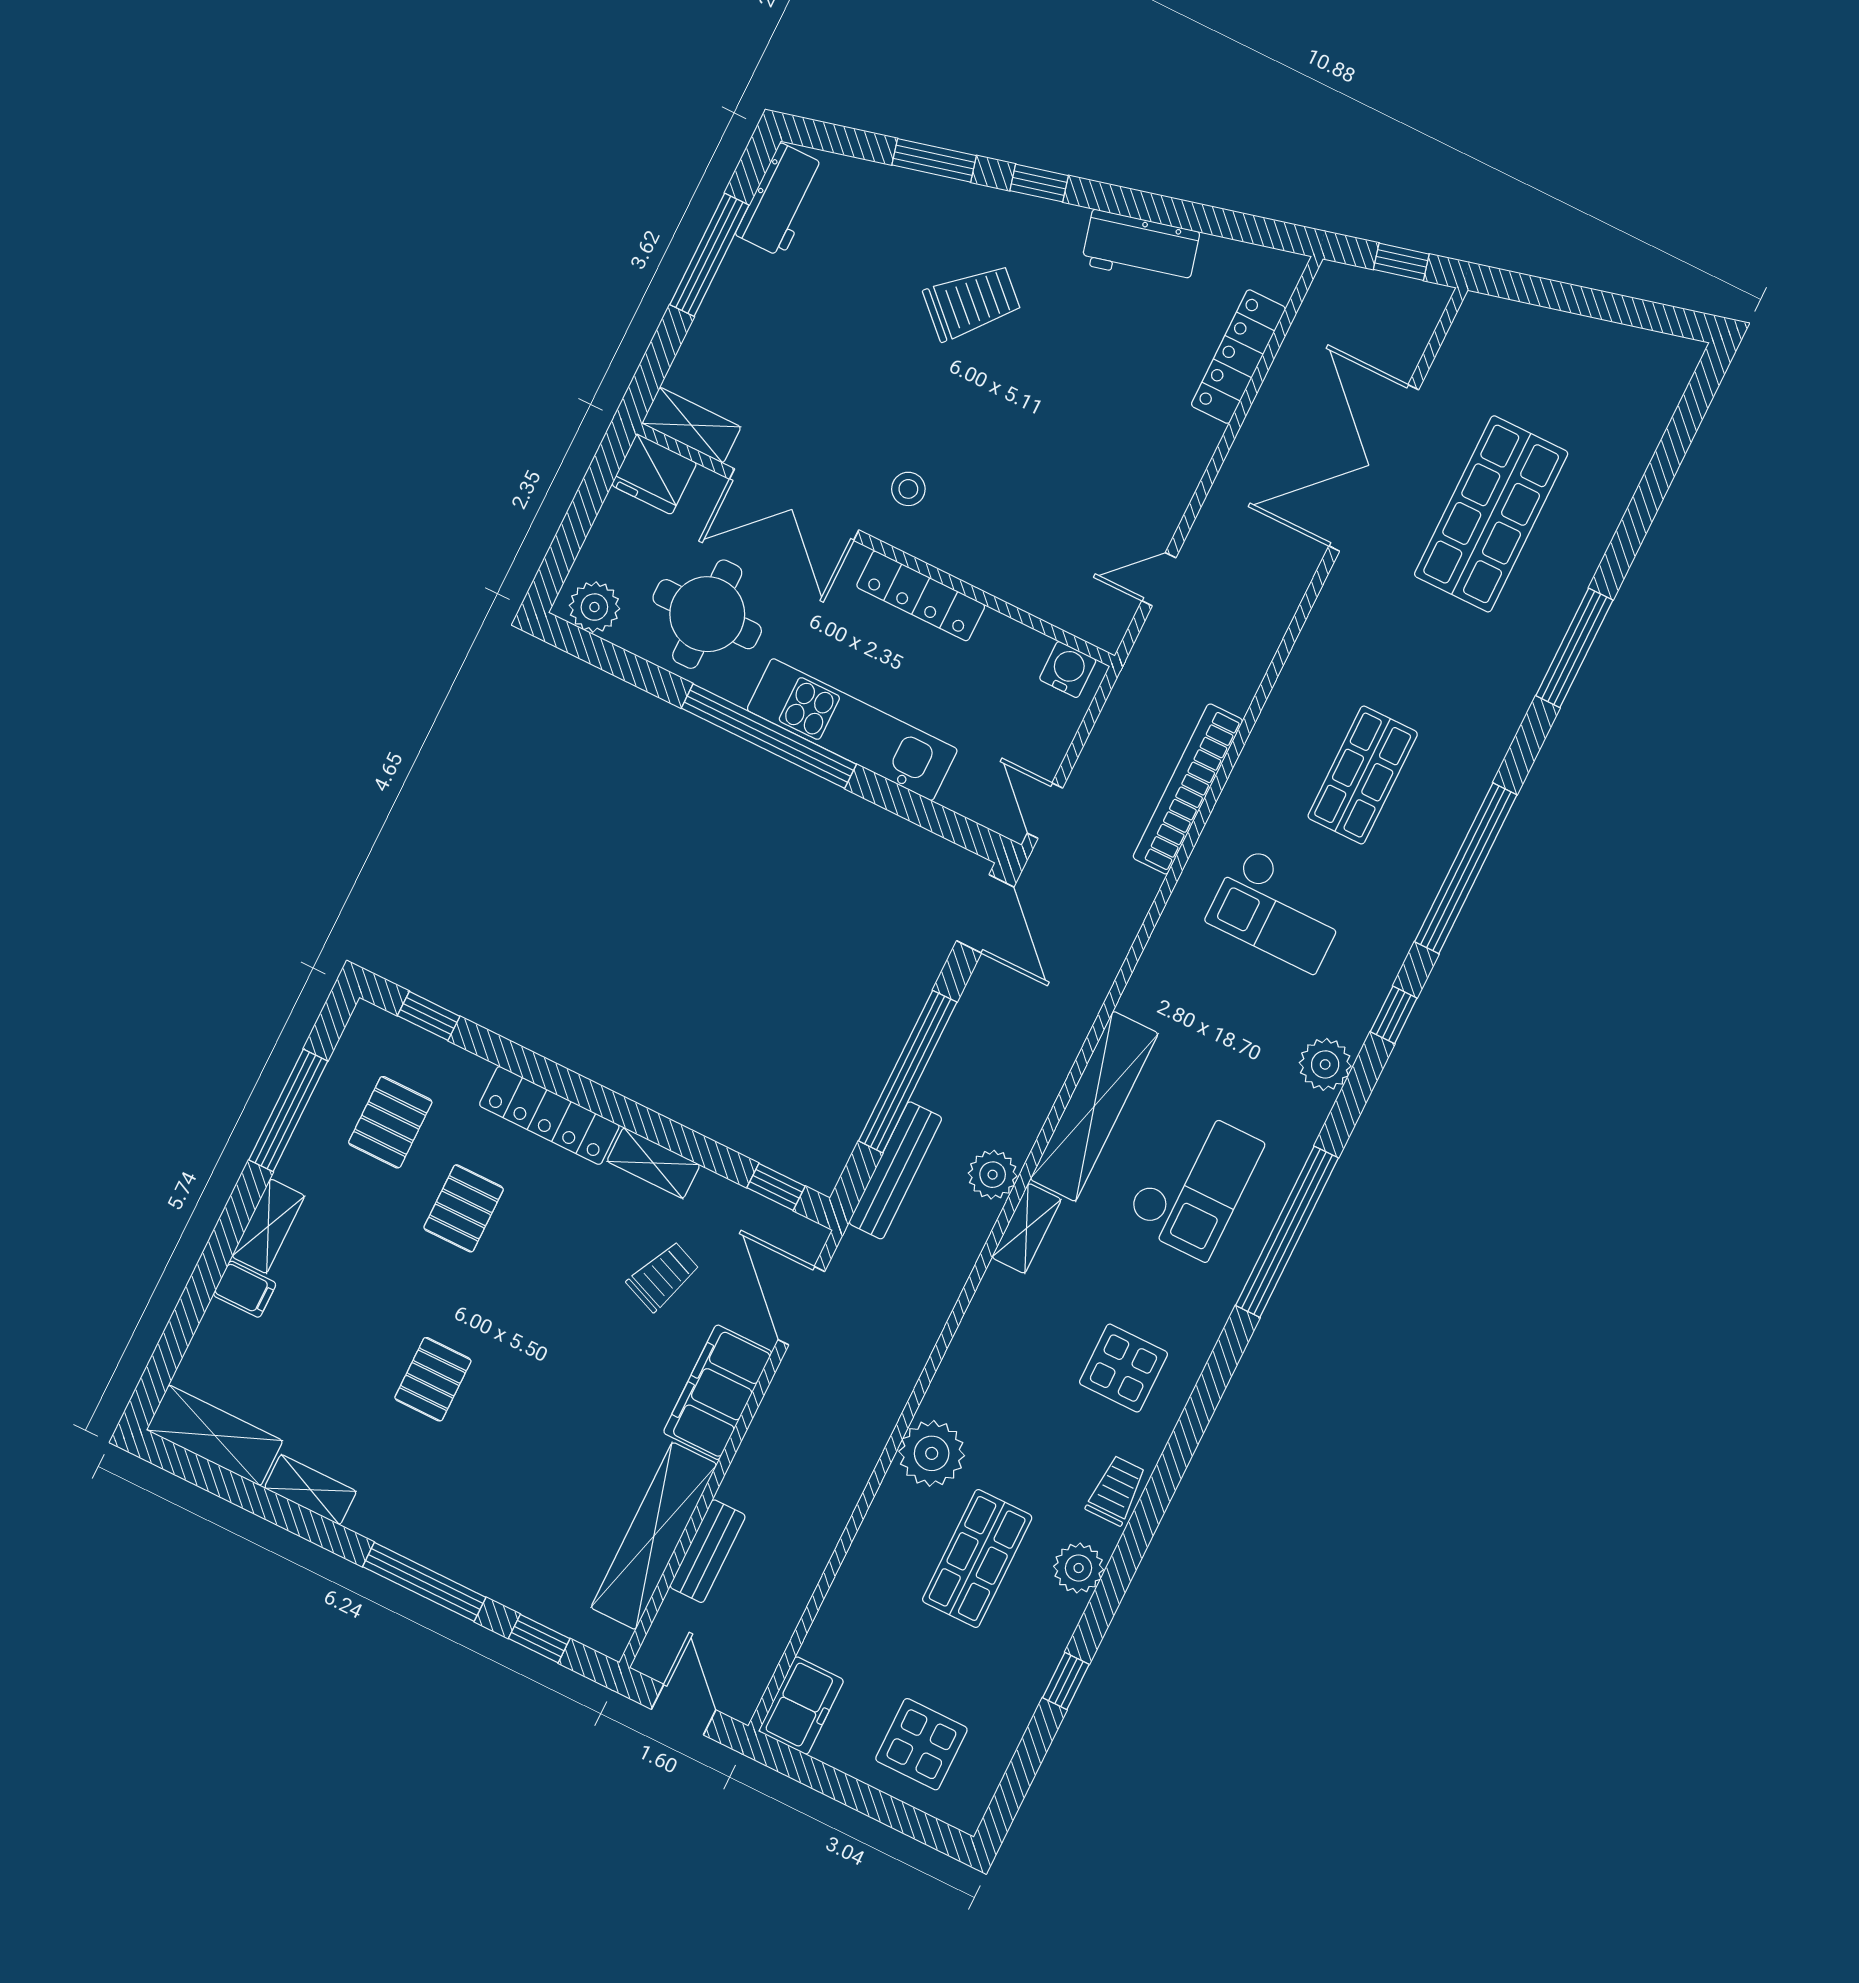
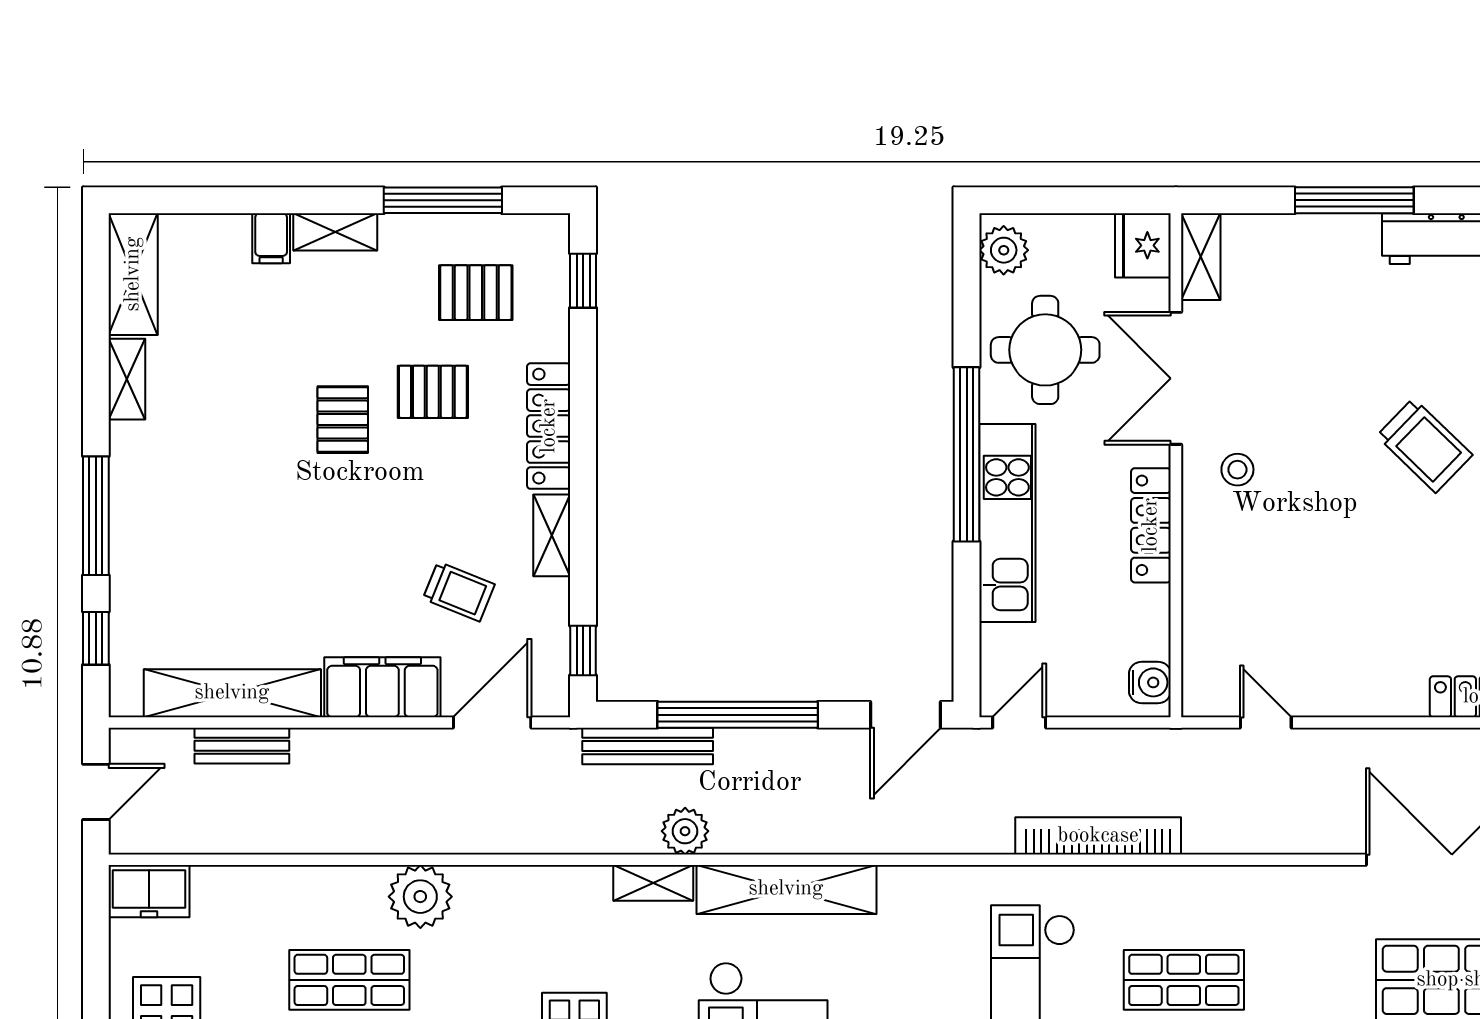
pallet: (433, 1379) -> (343, 420), moved, turned 90

